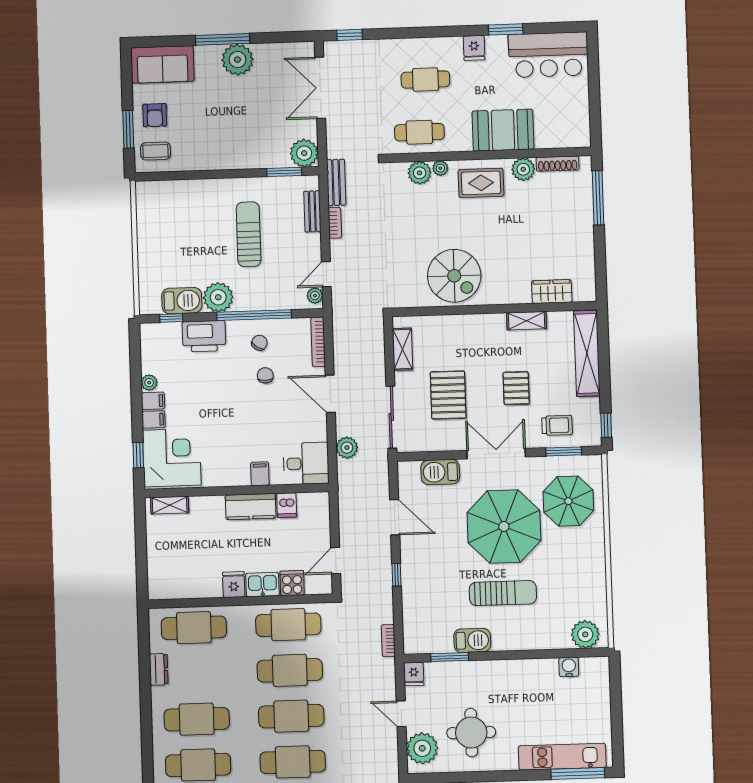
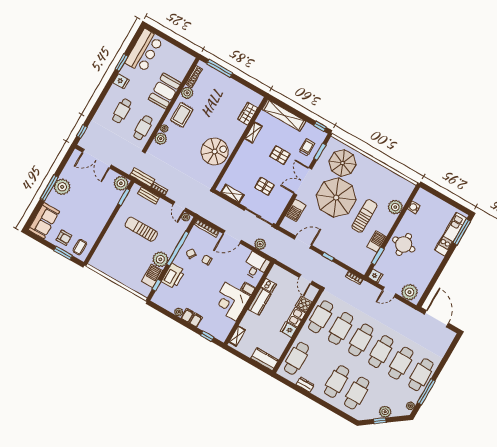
pallet: (448, 395) -> (265, 186), width x0.67, depth x0.71
corner desk: (172, 458) -> (231, 302), moved, turned -90
kitchen counter: (159, 575) -> (265, 359), added
plant: (585, 634) -> (395, 207), moved
round table: (471, 733) -> (404, 244), moved

